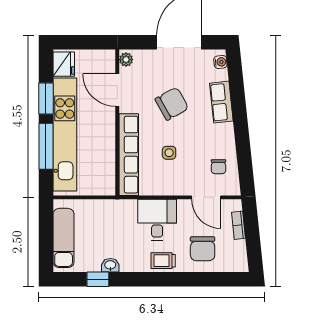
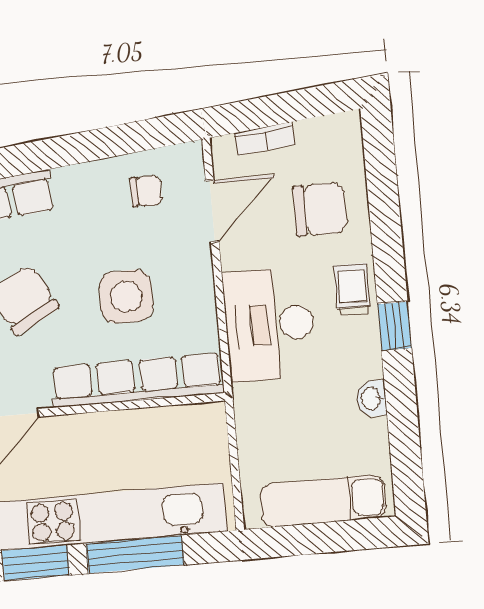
side table: (169, 153) -> (126, 297), width x1.87, depth x1.87
desk: (157, 220) -> (269, 324), width x1.37
trolley: (163, 261) -> (352, 289), turned 180
window: (98, 279) -> (394, 326), moved

